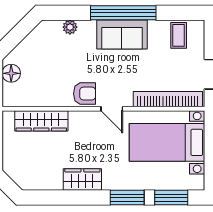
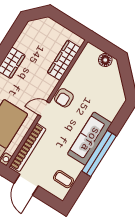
plant: (70, 27) -> (111, 115), removed
sofa: (122, 34) -> (90, 139), width x1.36

